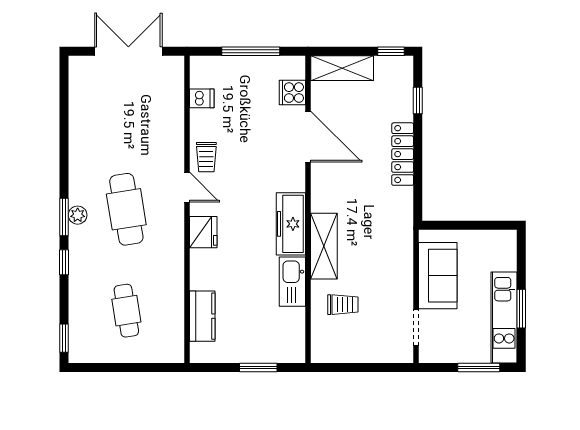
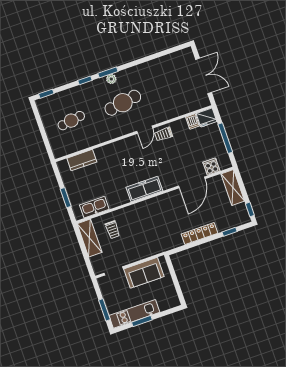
fridge: (203, 232) -> (206, 118), moved
shelving: (324, 246) -> (90, 238), moved, turned 90
kitchen sink: (292, 282) -> (94, 207), moved

